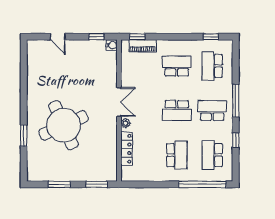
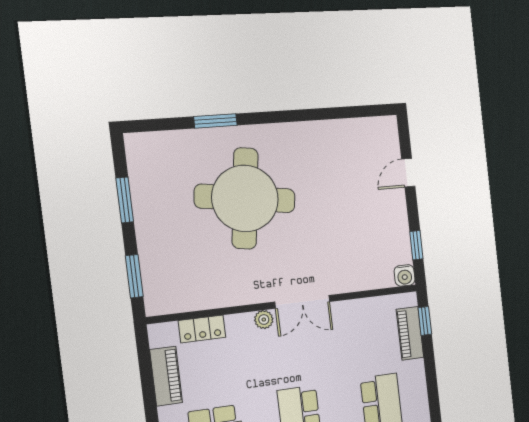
round table: (64, 125) -> (245, 198), turned 32
locker: (126, 149) -> (202, 329), width x0.66
piano: (147, 175) -> (166, 376), added

